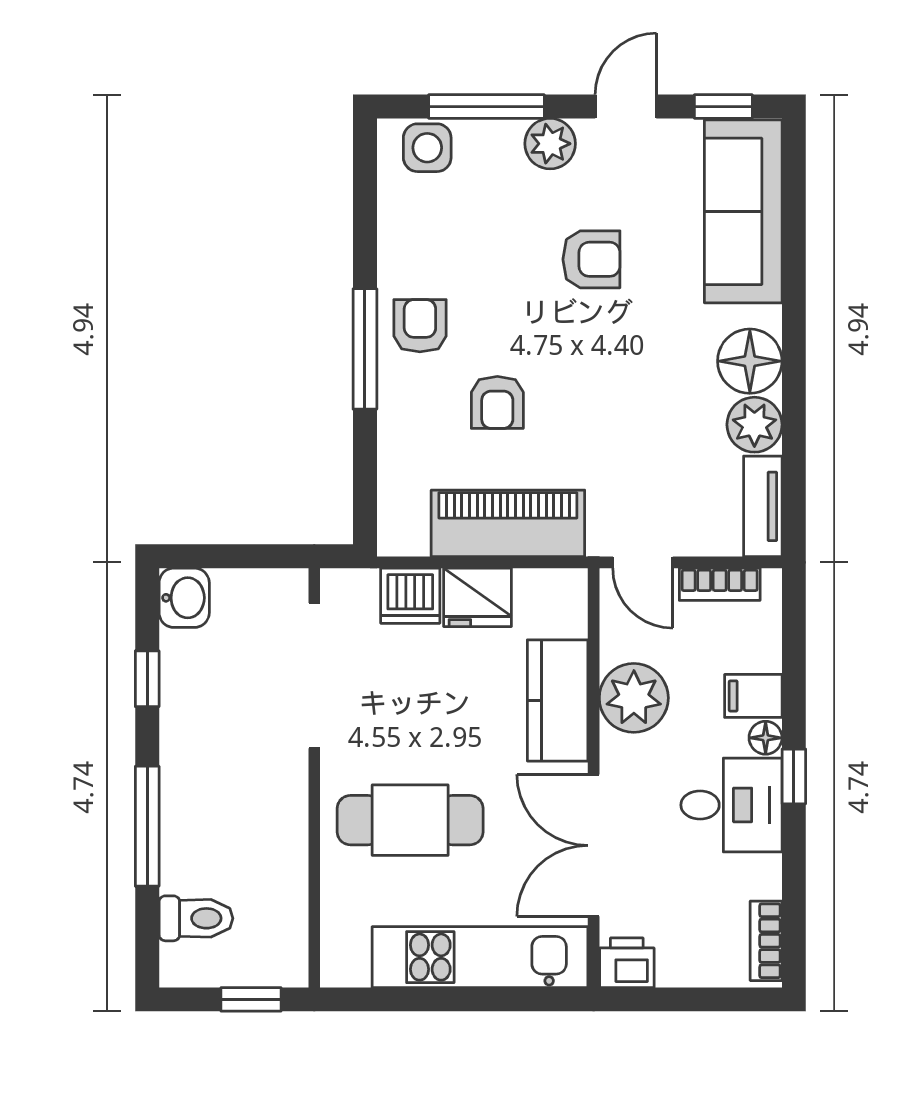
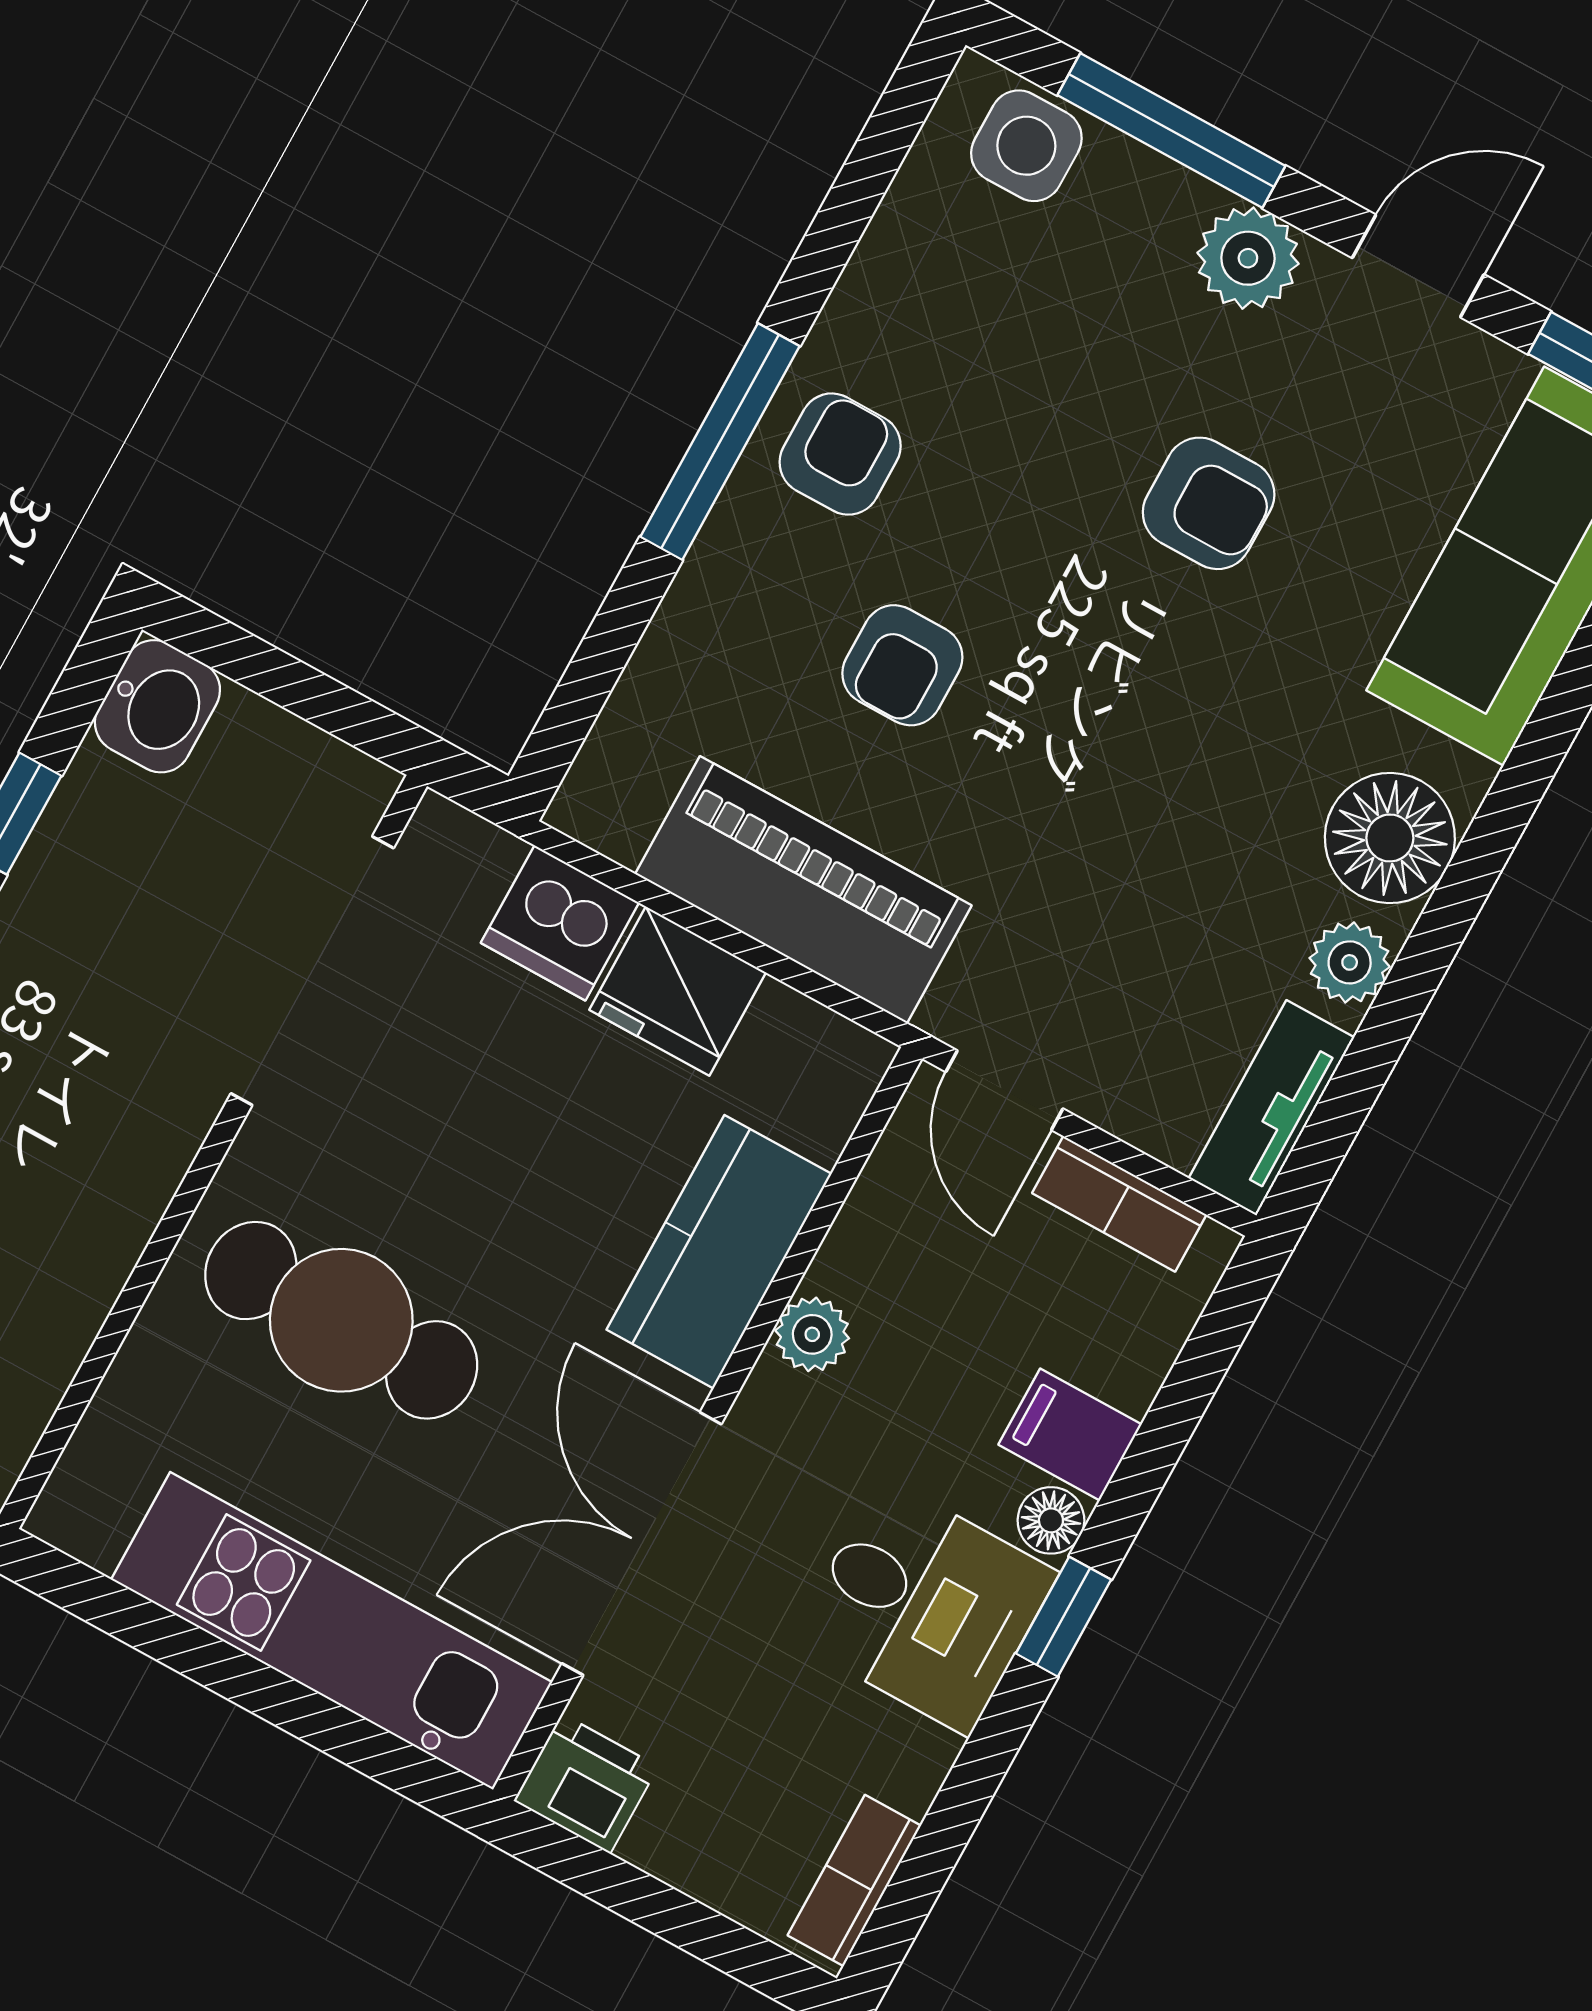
plant: (754, 425) -> (1350, 962), width x0.73, depth x0.73
plant: (634, 698) -> (812, 1334), width x0.53, depth x0.53

